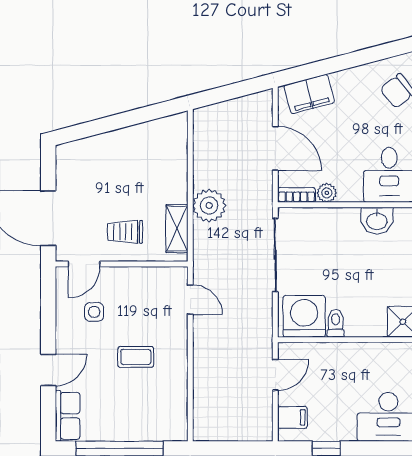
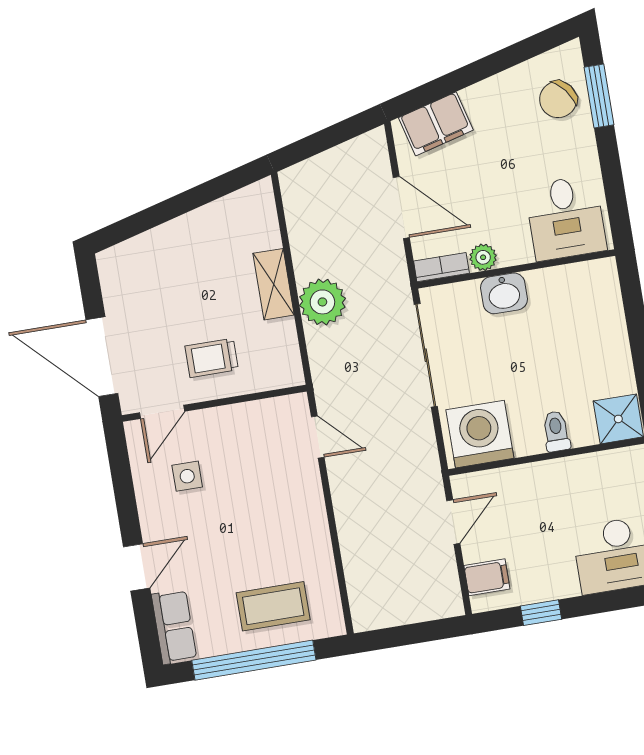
washbasin: (377, 221) -> (504, 293), moved
shelving: (177, 229) -> (274, 284), moved
toilet: (336, 323) -> (556, 431), moved
coffee table: (136, 357) -> (273, 606), moved, width x1.36, depth x1.30

